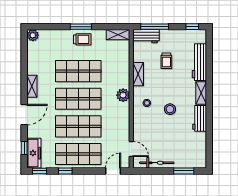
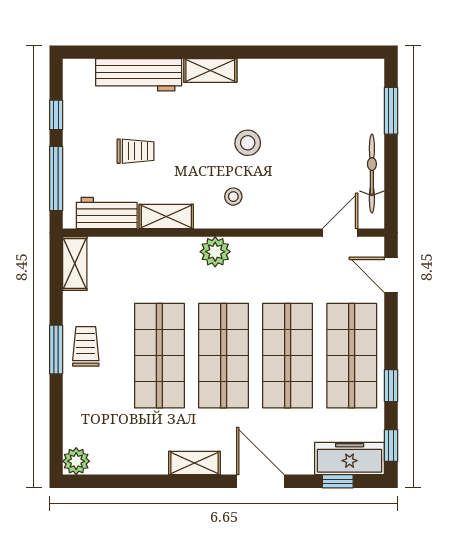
window: (192, 27) -> (56, 115), moved
workbench: (146, 36) -> (107, 213), moved, turned -90
workbench: (200, 118) -> (269, 74), removed

